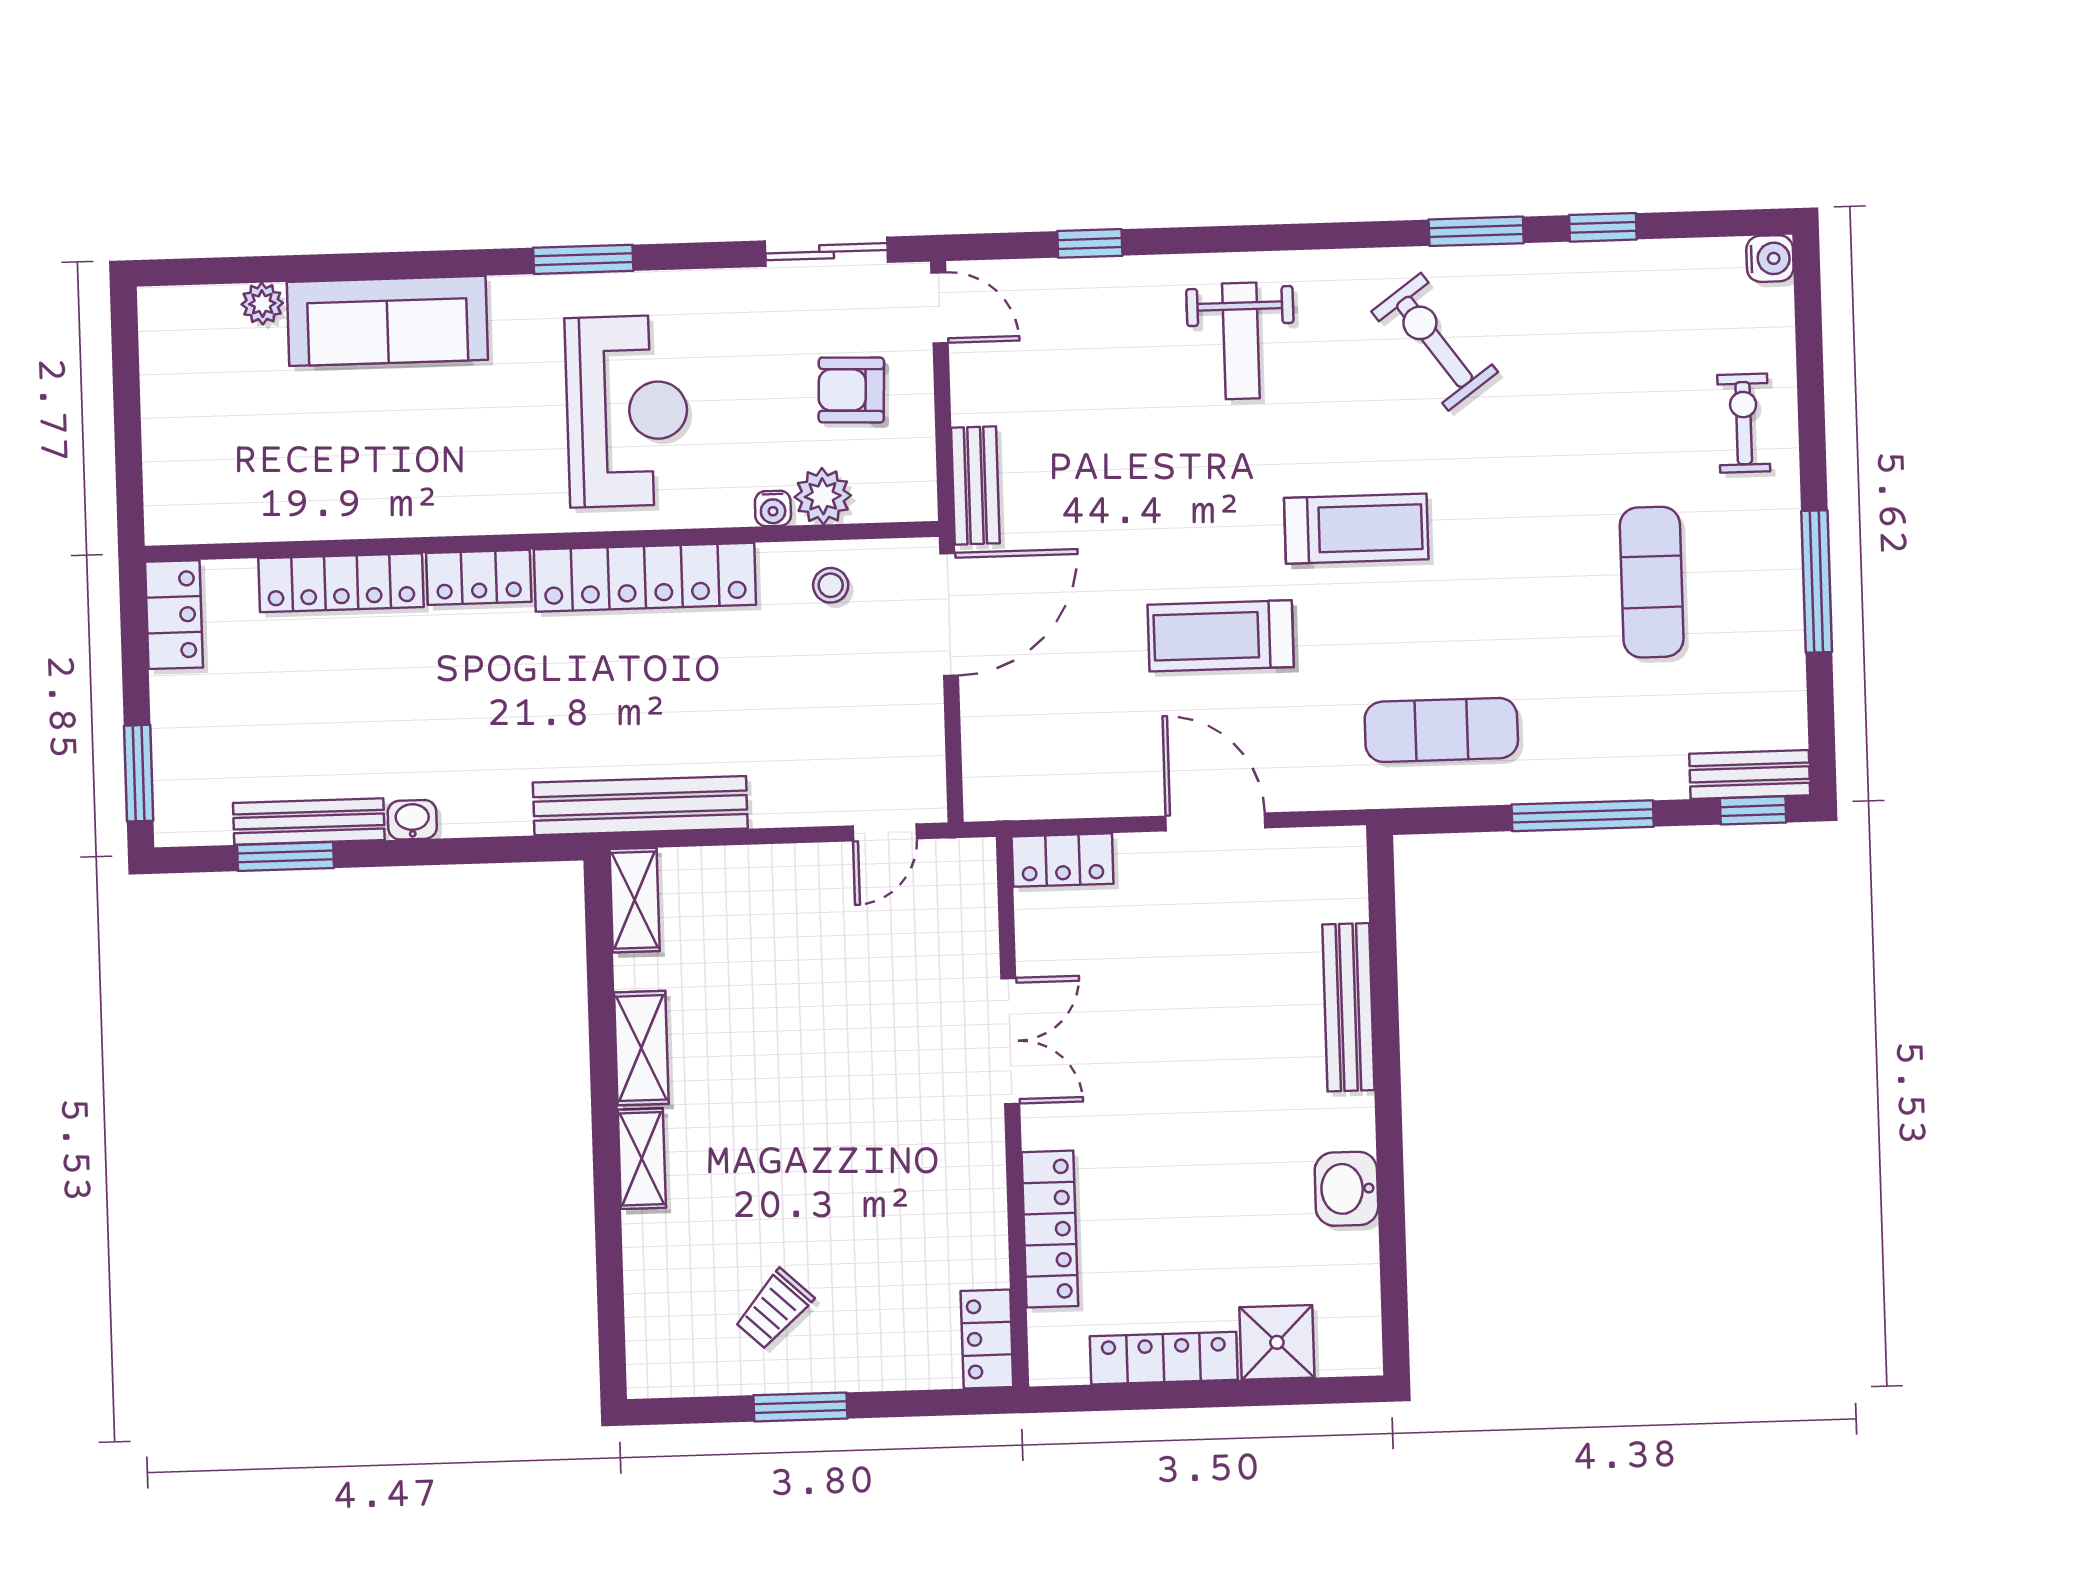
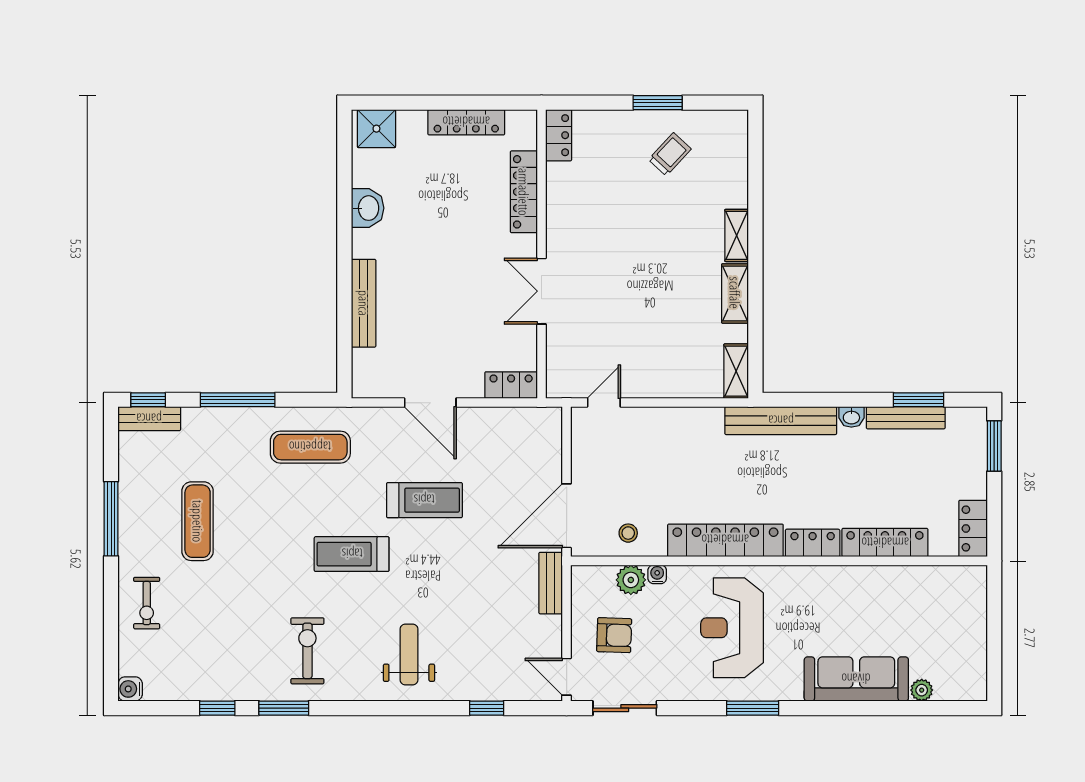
exercise bike: (1435, 342) -> (307, 651), turned -144
bench: (640, 806) -> (781, 421), moved
shower: (1277, 1342) -> (376, 129), moved

